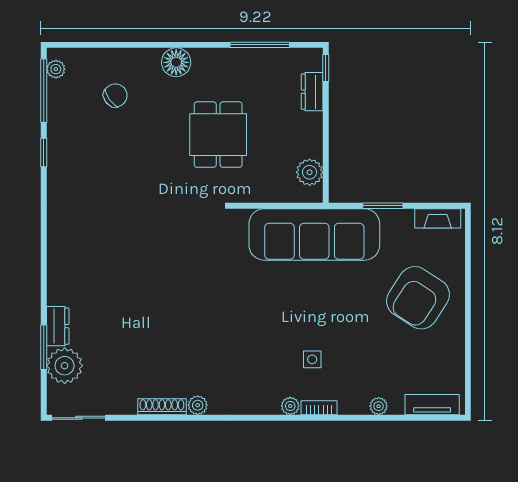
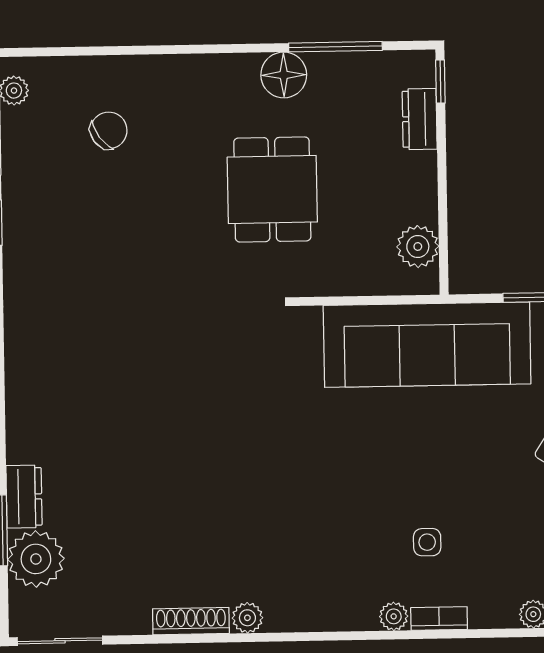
floor lamp: (176, 62) -> (284, 75), moved

